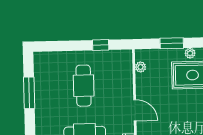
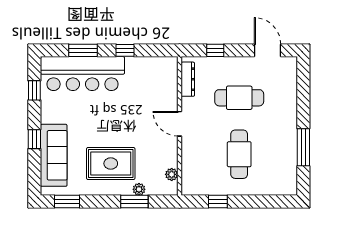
plant: (190, 53) -> (139, 189), moved

